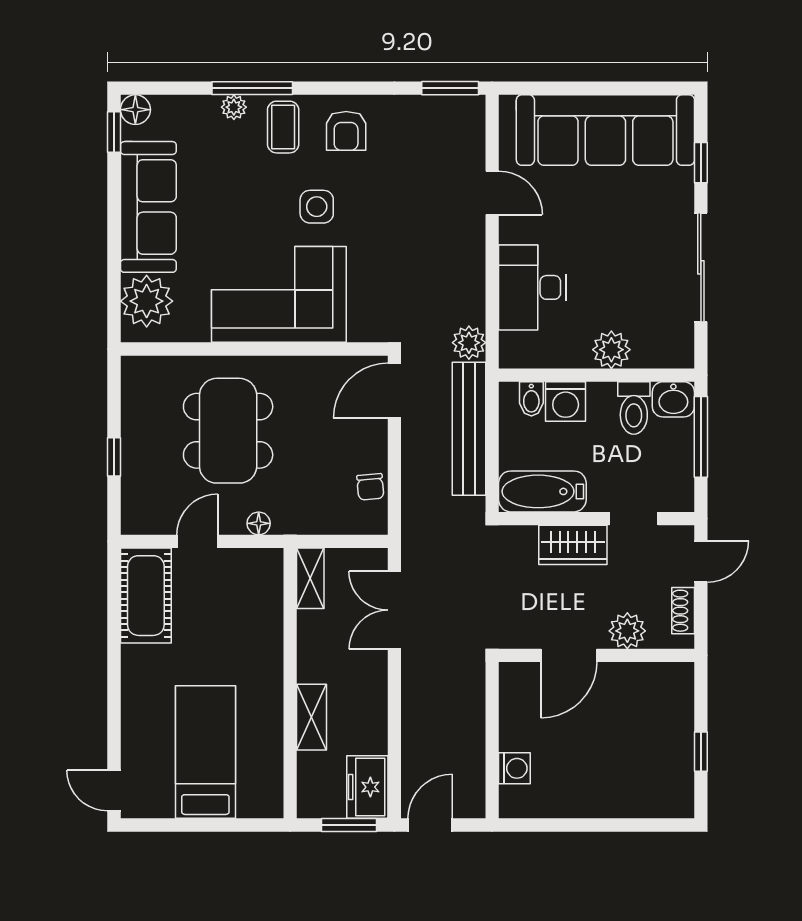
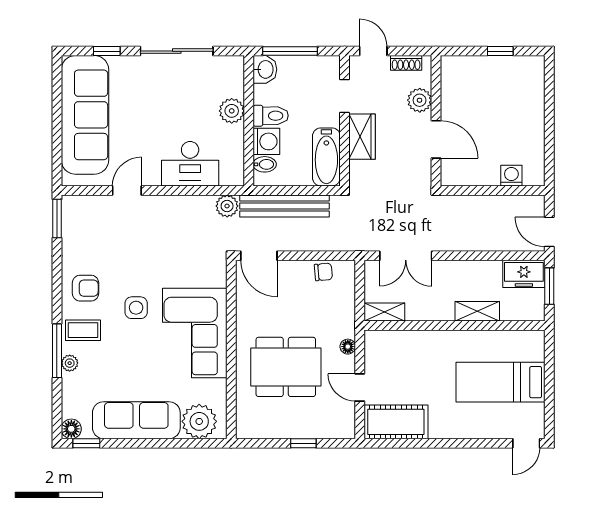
toilet: (634, 408) -> (271, 116), moved

